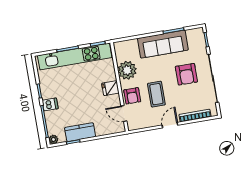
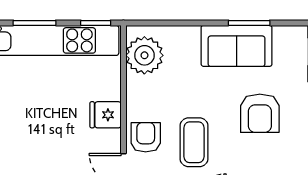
sofa: (163, 44) -> (237, 46), width x0.73
plant: (127, 70) -> (144, 55), moved
armchair: (132, 96) -> (146, 137), turned 180

